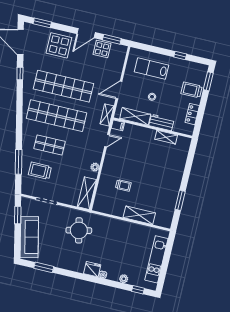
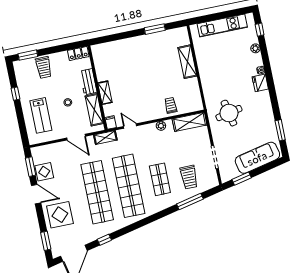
locker: (192, 114) -> (78, 54), moved
shelving: (166, 137) -> (105, 93), moved
trolley: (123, 185) -> (171, 105), moved

